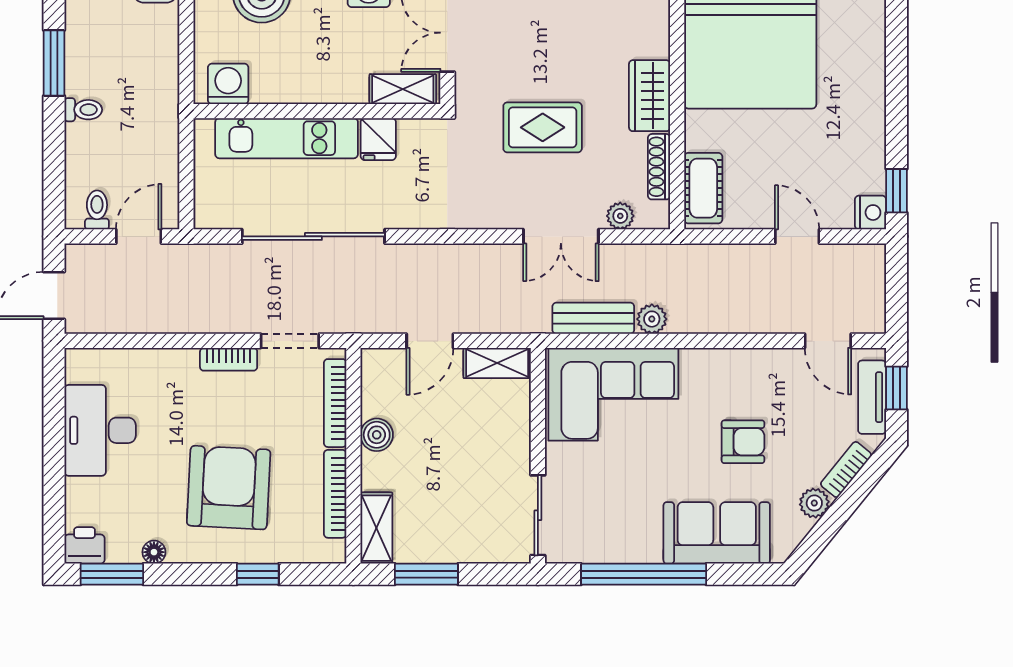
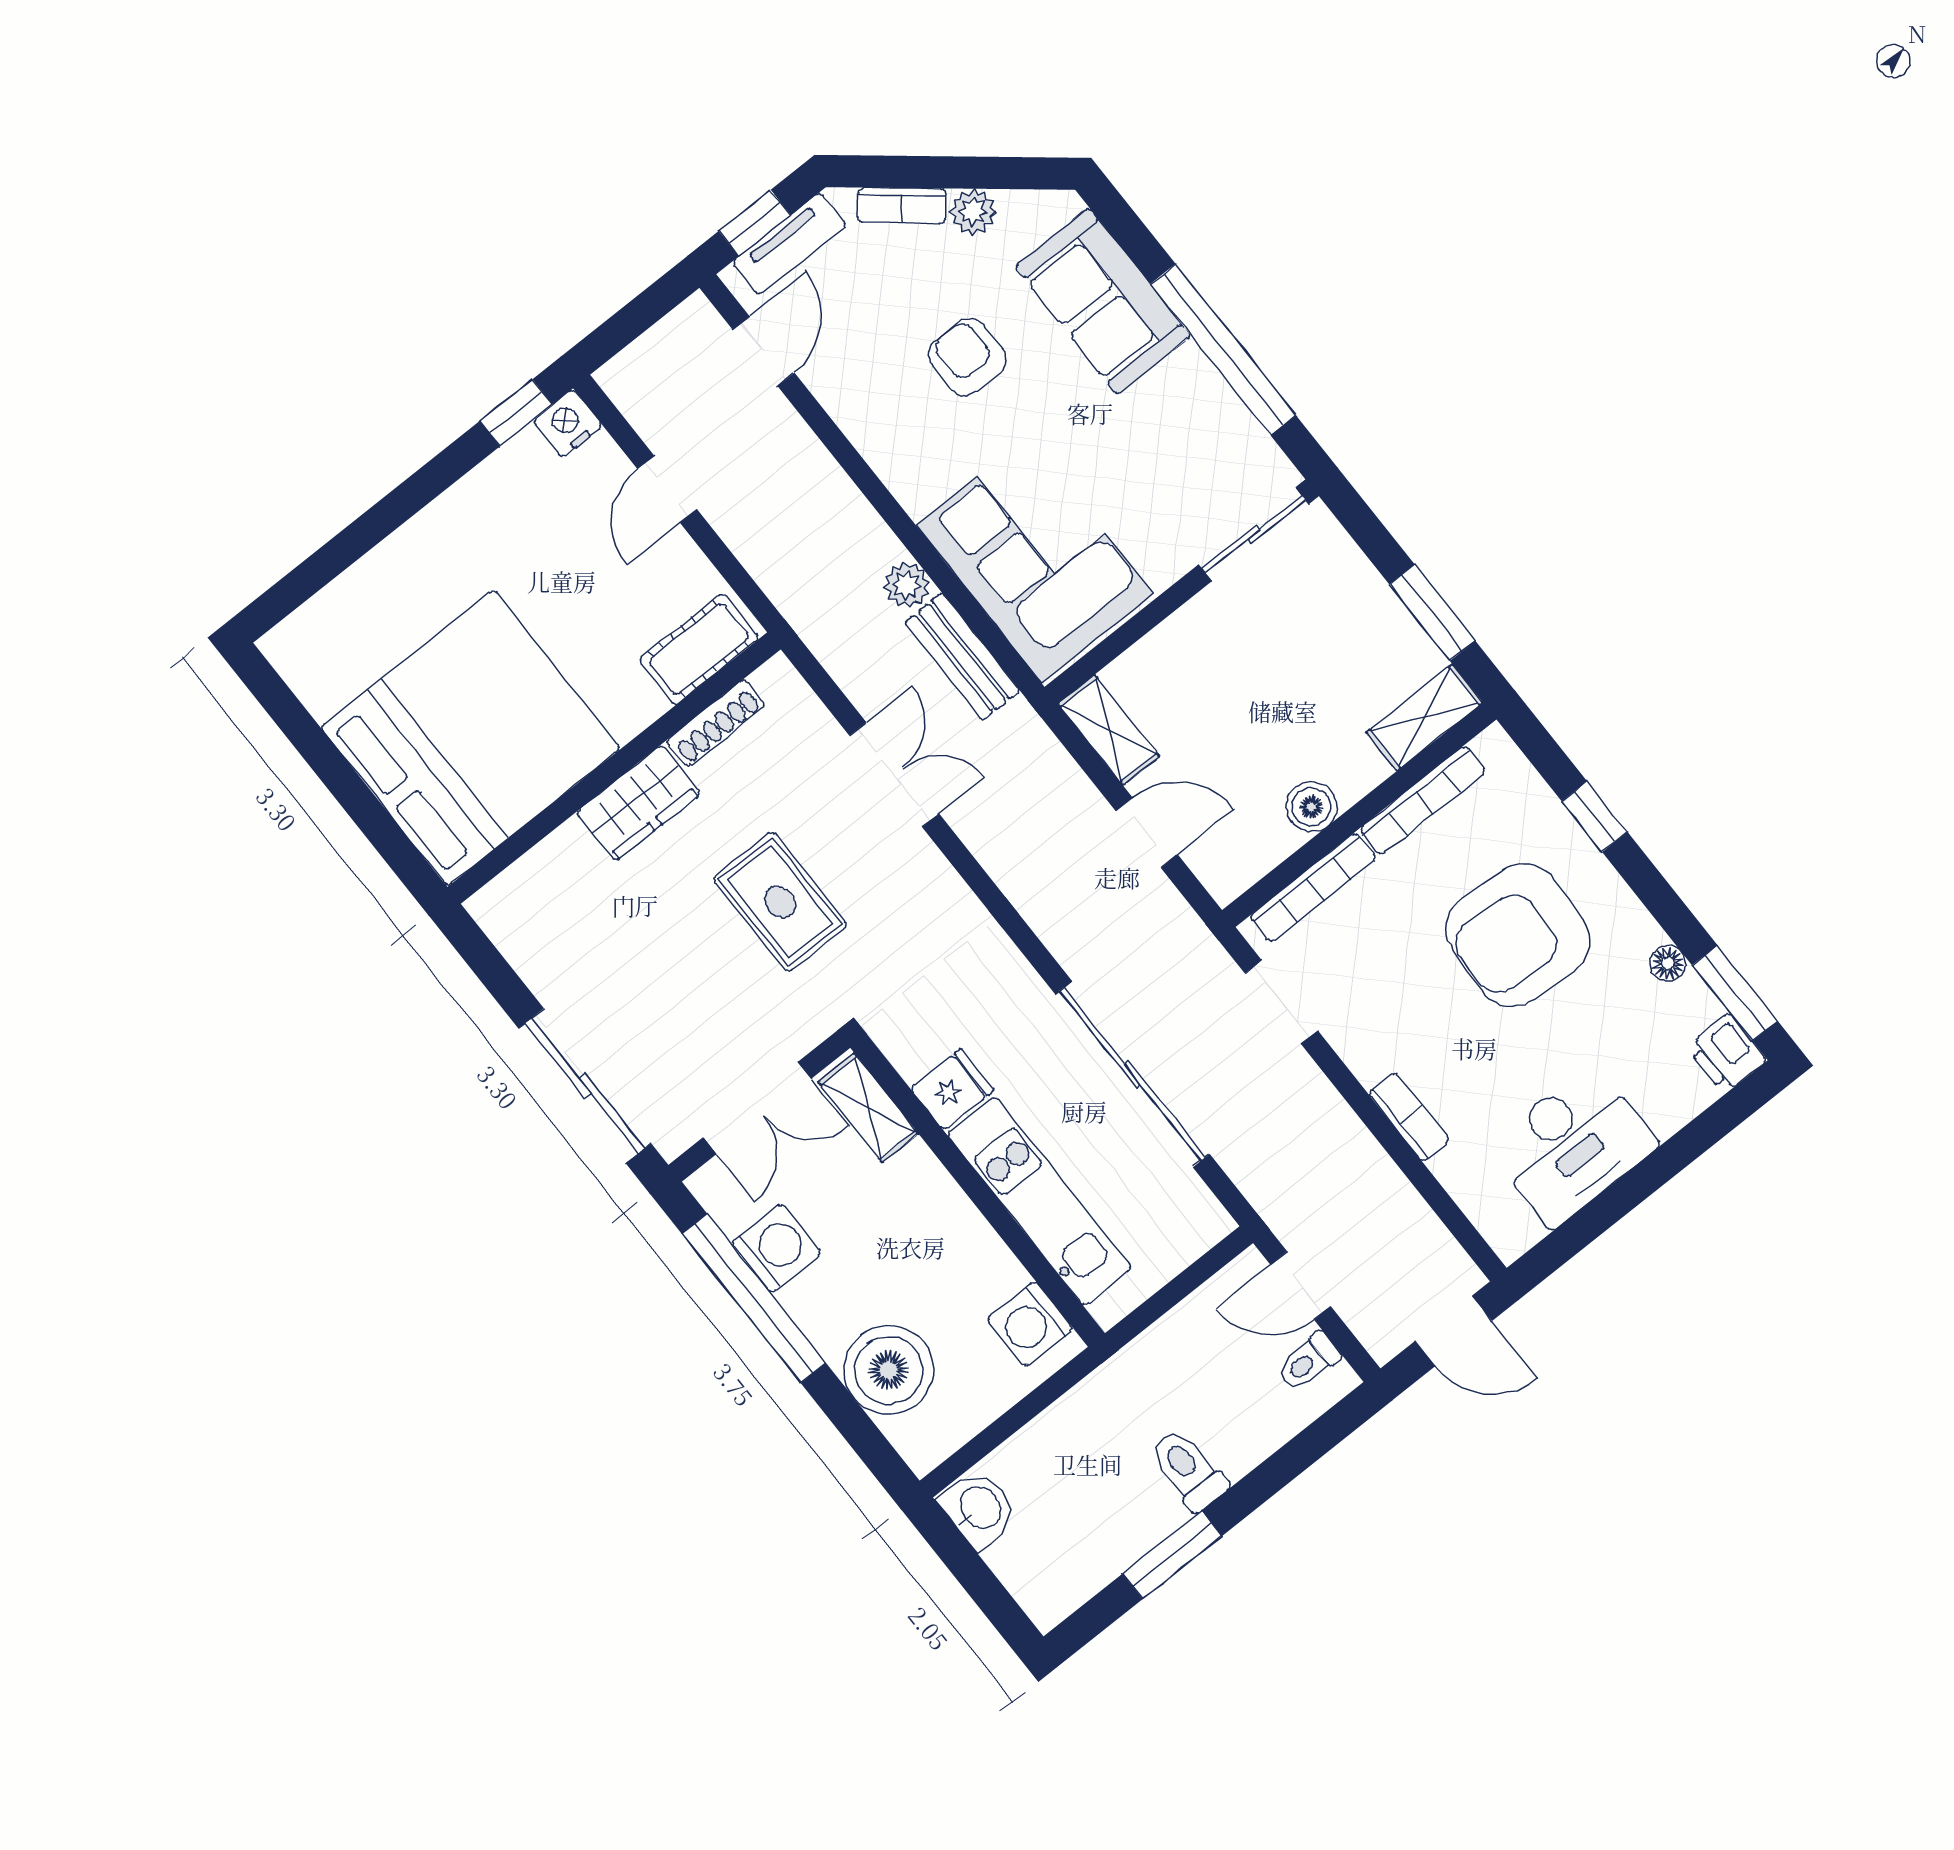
toilet: (83, 110) -> (1188, 1470), width x1.37, depth x1.39
plant: (620, 216) -> (812, 723), removed
bookcase: (229, 359) -> (1409, 1117), moved

